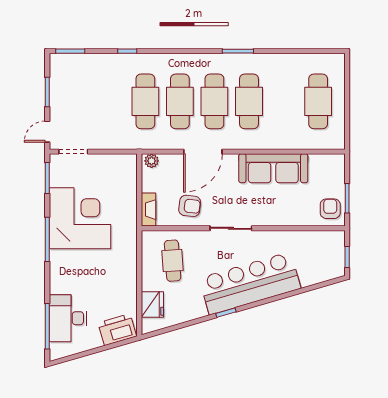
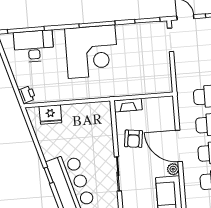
plant: (152, 161) -> (173, 169), moved
corner desk: (80, 218) -> (92, 52), moved
cafe table: (173, 261) -> (88, 128), removed
printer: (117, 330) -> (27, 95), width x0.53, depth x0.68

